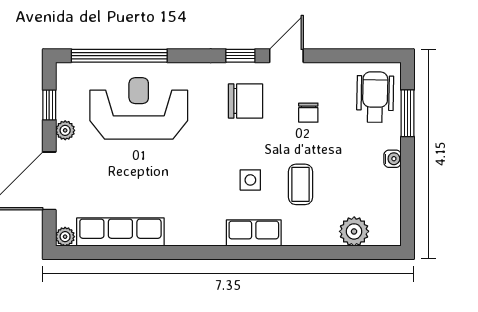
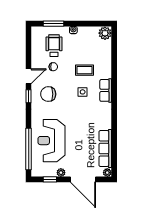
door: (286, 56) -> (29, 76), swing flipped
wheelchair: (375, 97) -> (54, 46), moved, turned 89
chair: (245, 101) -> (48, 94), turned -90
plant: (354, 231) -> (105, 33), moved

